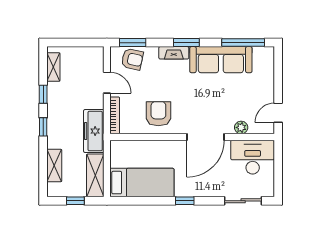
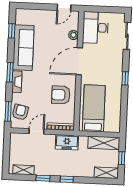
window: (243, 43) -> (12, 31), width x0.46
door: (278, 113) -> (64, 8), hinge flipped
freezer: (94, 131) -> (67, 142), width x0.71
door: (205, 137) -> (79, 61), swing flipped
shelving: (54, 166) -> (106, 173), moved
bed: (142, 183) -> (94, 108), moved

